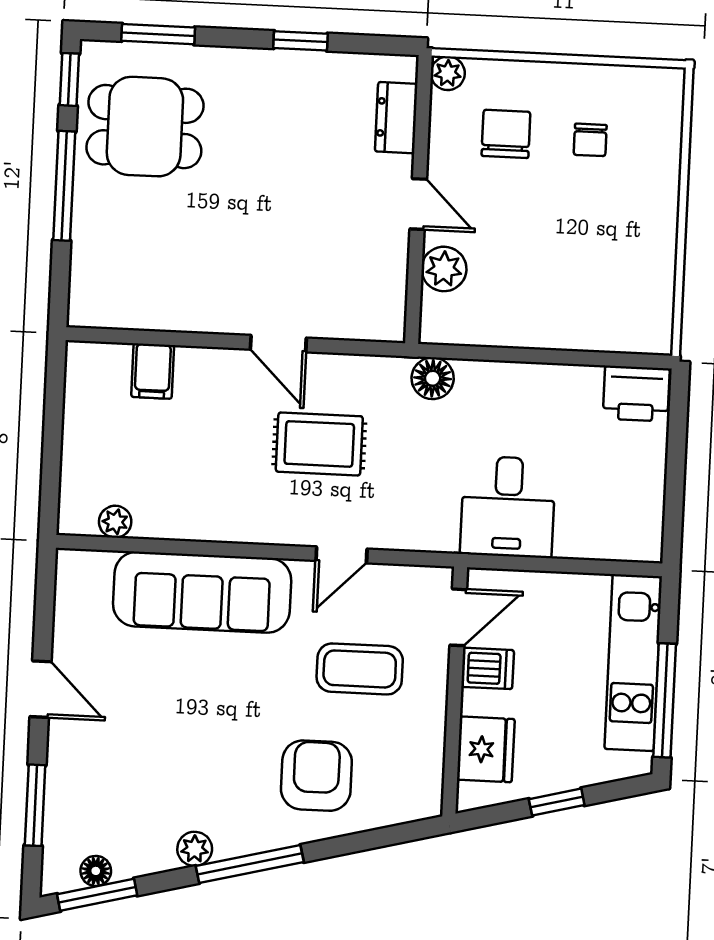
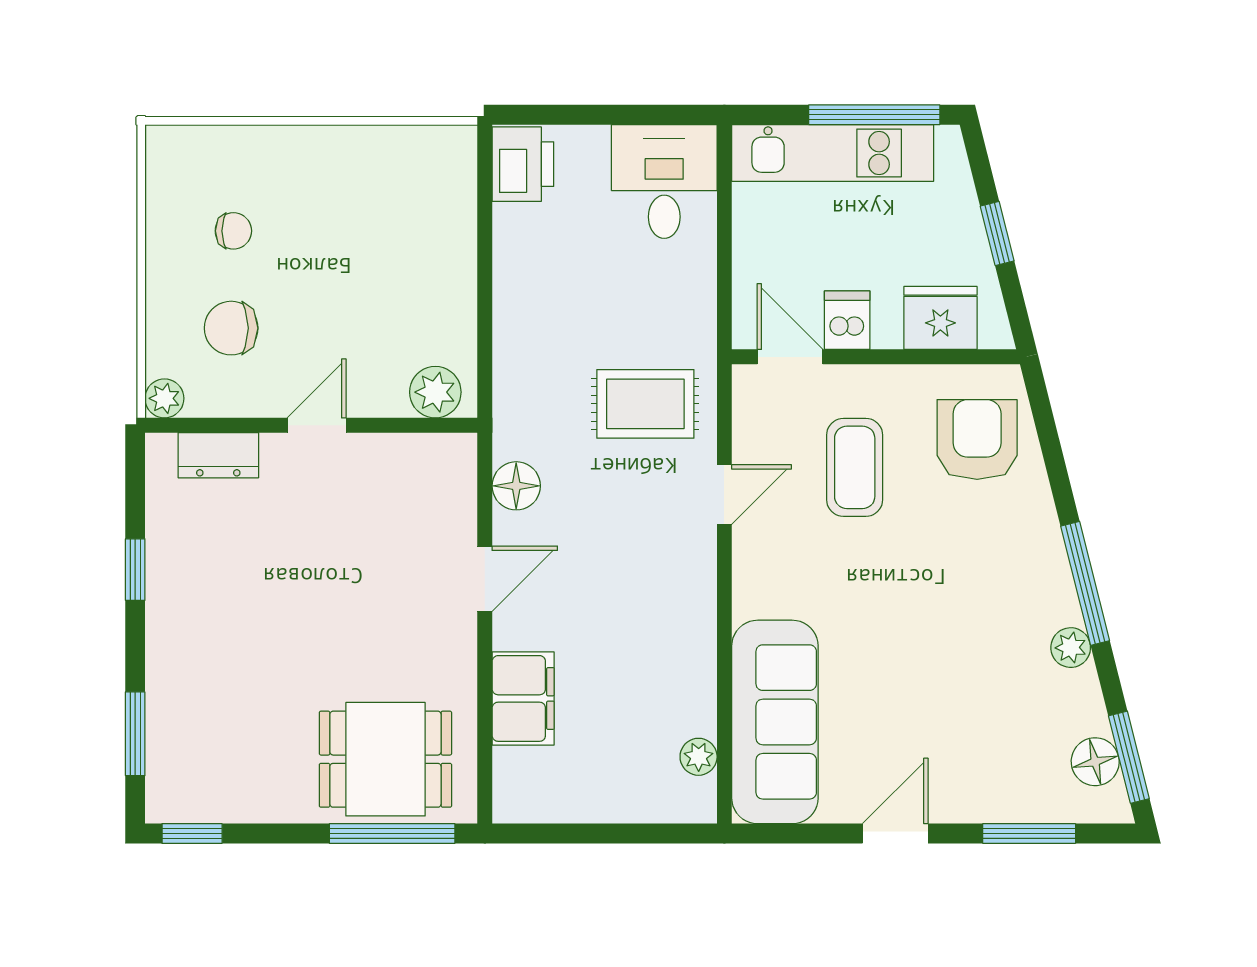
dining table: (145, 127) -> (385, 759), moved, turned 90
window: (64, 186) -> (392, 834), moved
plant: (444, 269) -> (435, 392), moved
filing cabinet: (153, 371) -> (523, 698), width x2.00
floor lamp: (433, 378) -> (516, 486), moved
rug: (319, 444) -> (645, 404), moved, turned 90
desk: (508, 507) -> (664, 182), moved, turned -90
door: (341, 555) -> (724, 495), hinge flipped
sofa: (202, 592) -> (775, 722), moved
armchair: (316, 776) -> (977, 439), moved, turned 90
floor lamp: (96, 871) -> (1095, 762), width x1.37, depth x1.37

